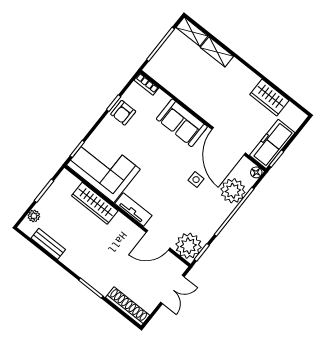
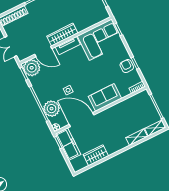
wardrobe: (95, 203) -> (62, 35), moved
door: (158, 240) -> (43, 52), swing flipped

